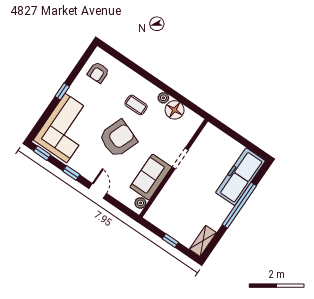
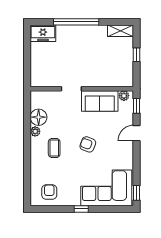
armchair: (98, 72) -> (49, 192), turned -90
armchair: (118, 138) -> (88, 144), width x0.53, depth x0.53
window: (71, 173) -> (137, 106), moved
freezer: (240, 177) -> (43, 33), width x0.52, depth x0.79

